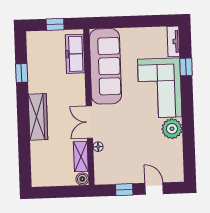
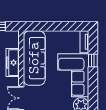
freezer: (75, 54) -> (13, 63), moved

